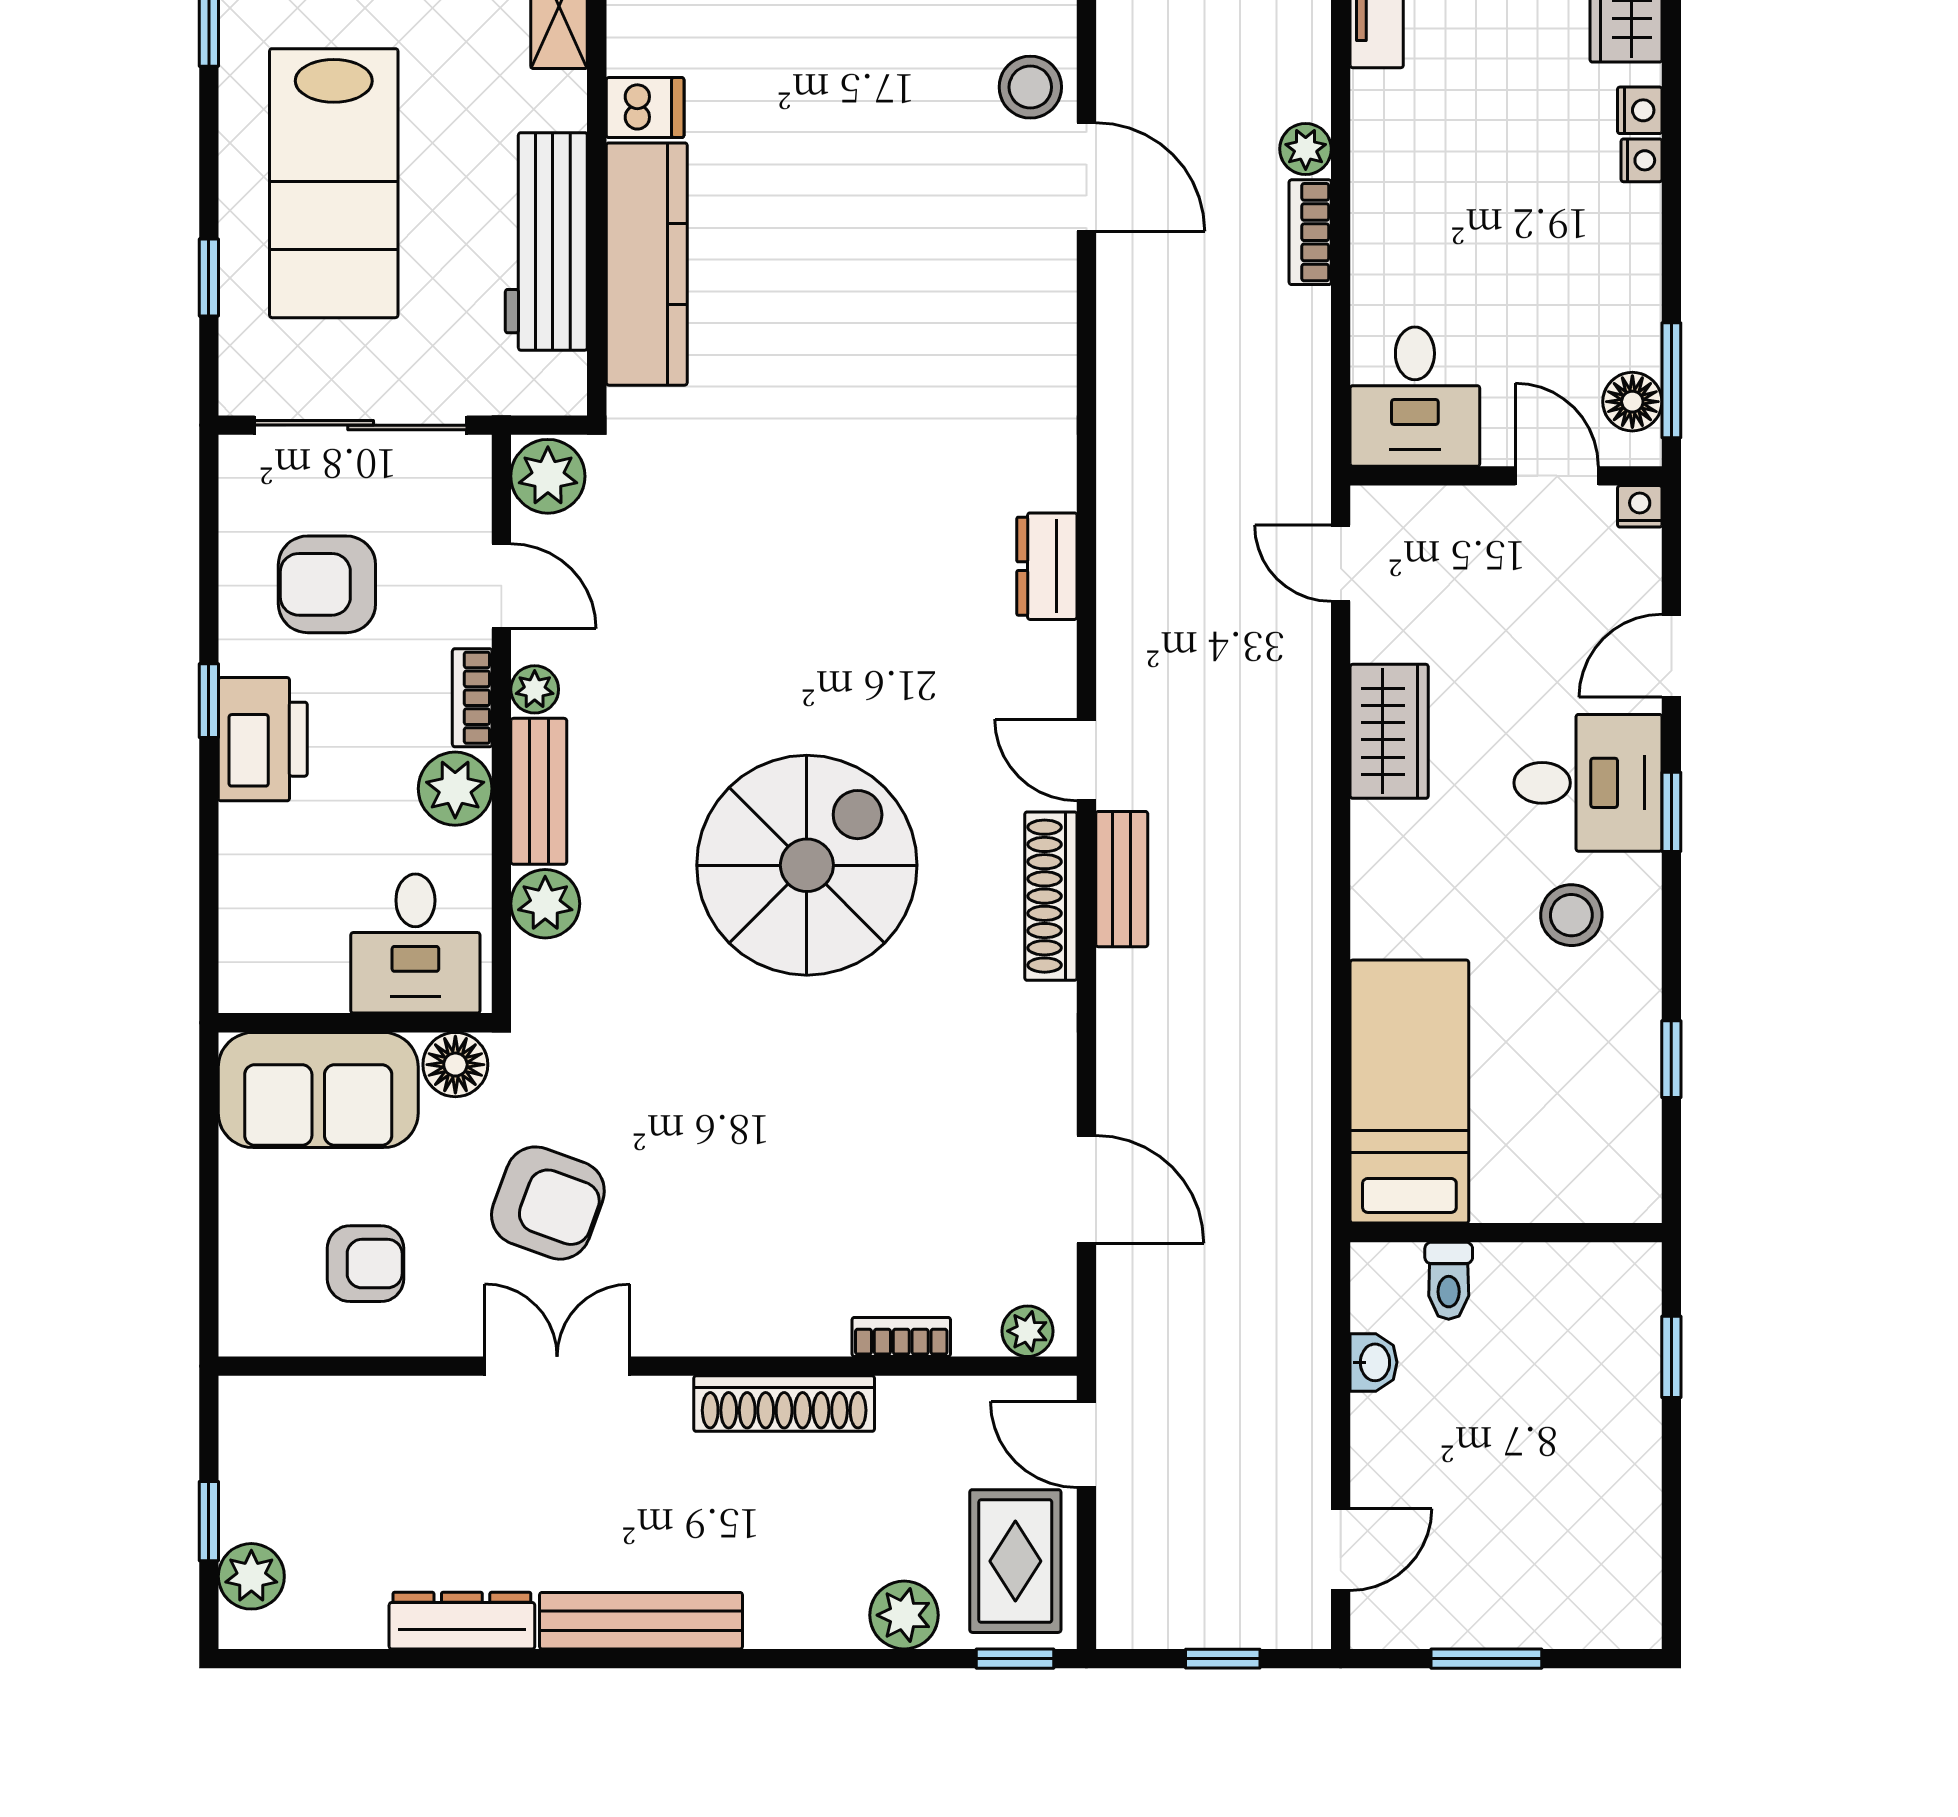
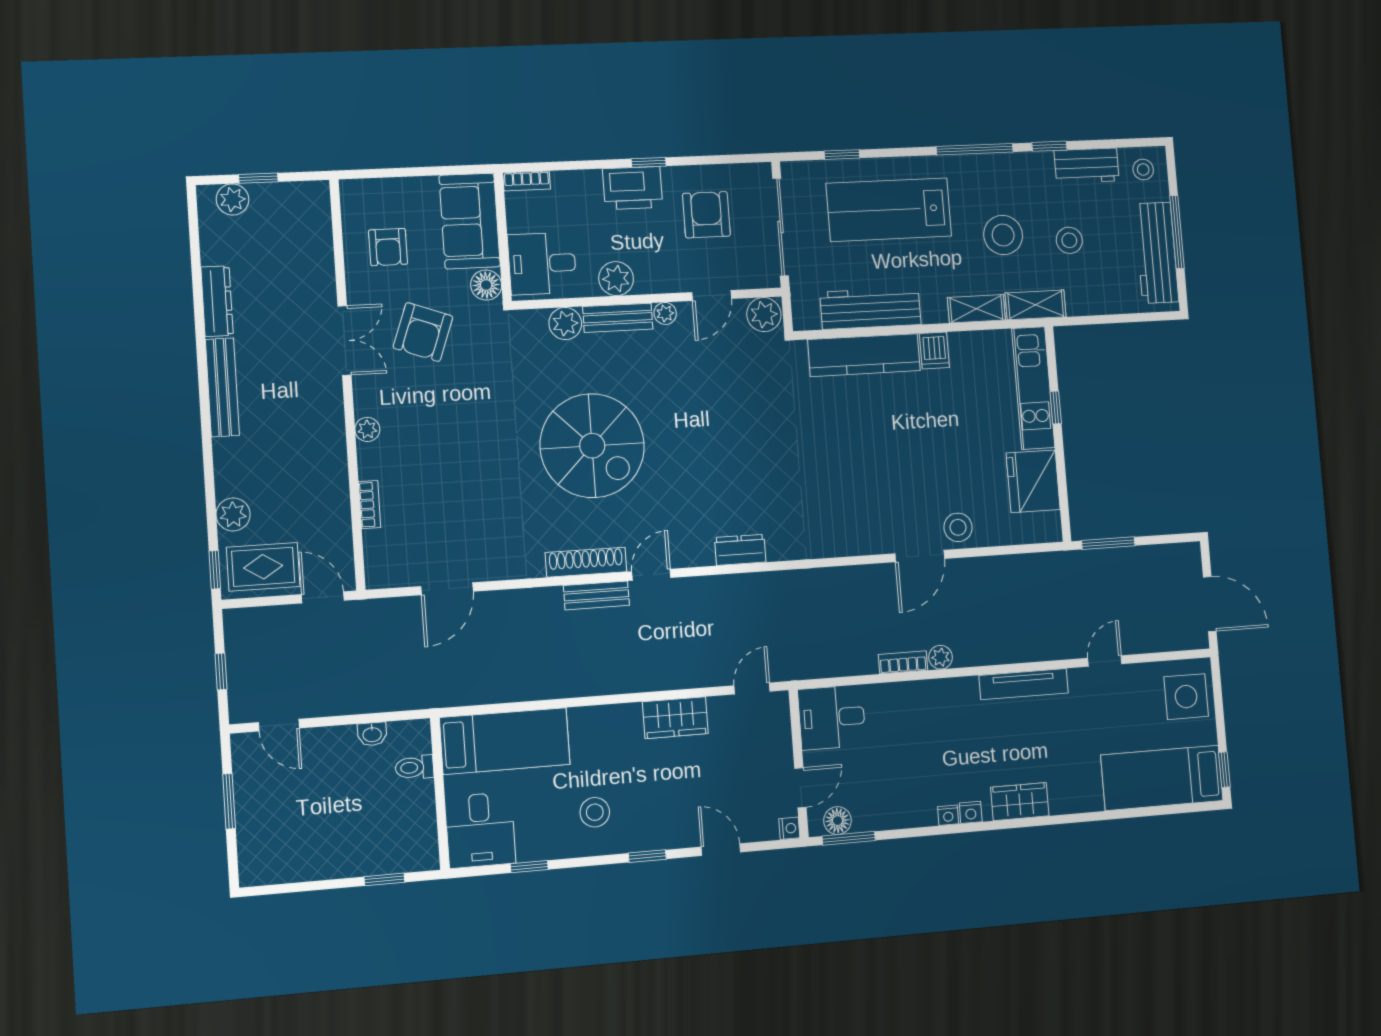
bookcase: (472, 698) -> (527, 181), moved, turned 180
desk: (1588, 783) -> (480, 830), moved
plant: (1028, 1331) -> (367, 429), moved
shoe rack: (784, 1404) -> (333, 450), removed
door: (1086, 1444) -> (323, 597), hinge flipped

